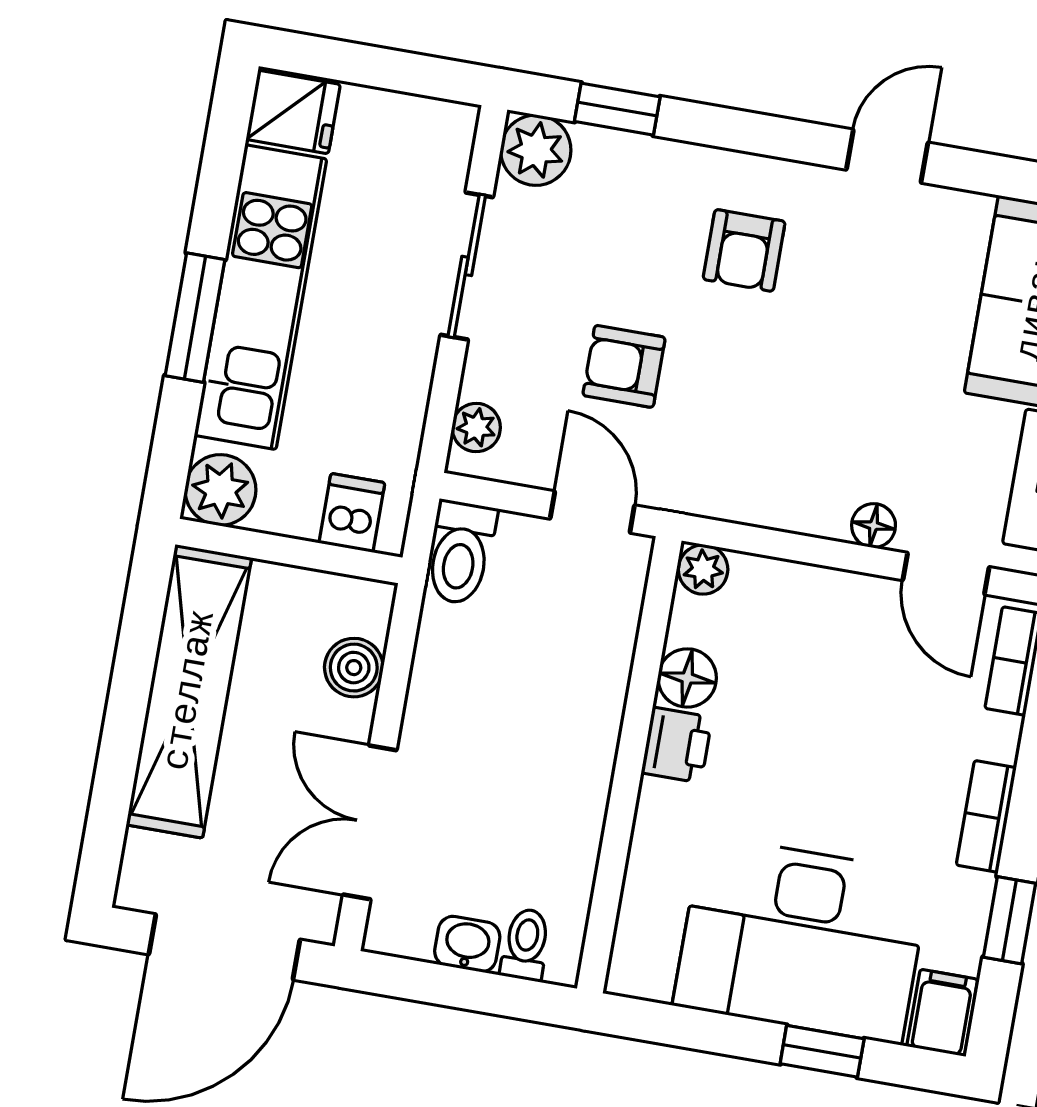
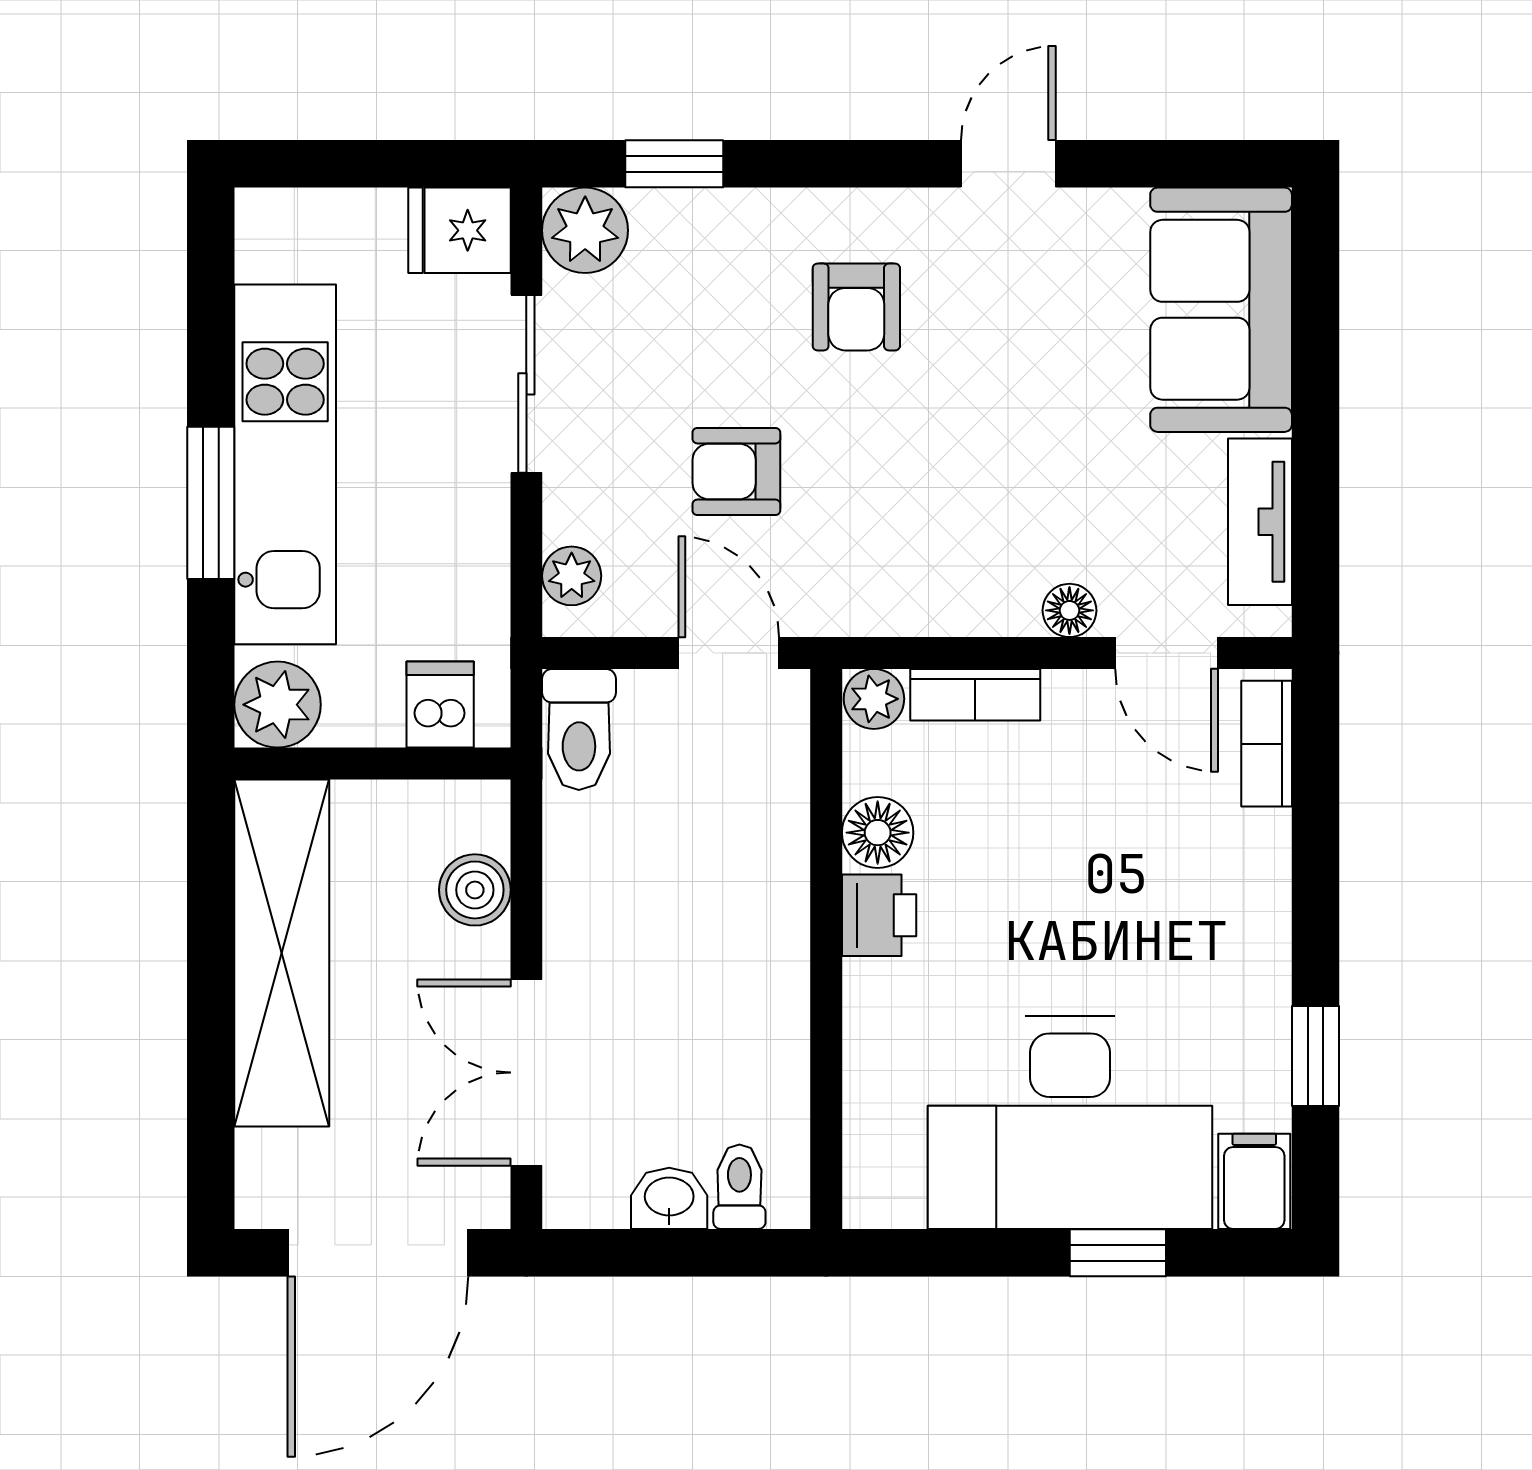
fridge: (293, 112) -> (459, 230), moved, turned 180
bookcase: (986, 816) -> (975, 695), moved, turned -90

